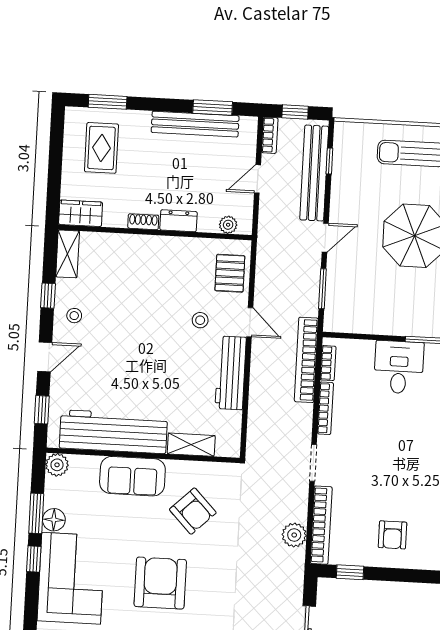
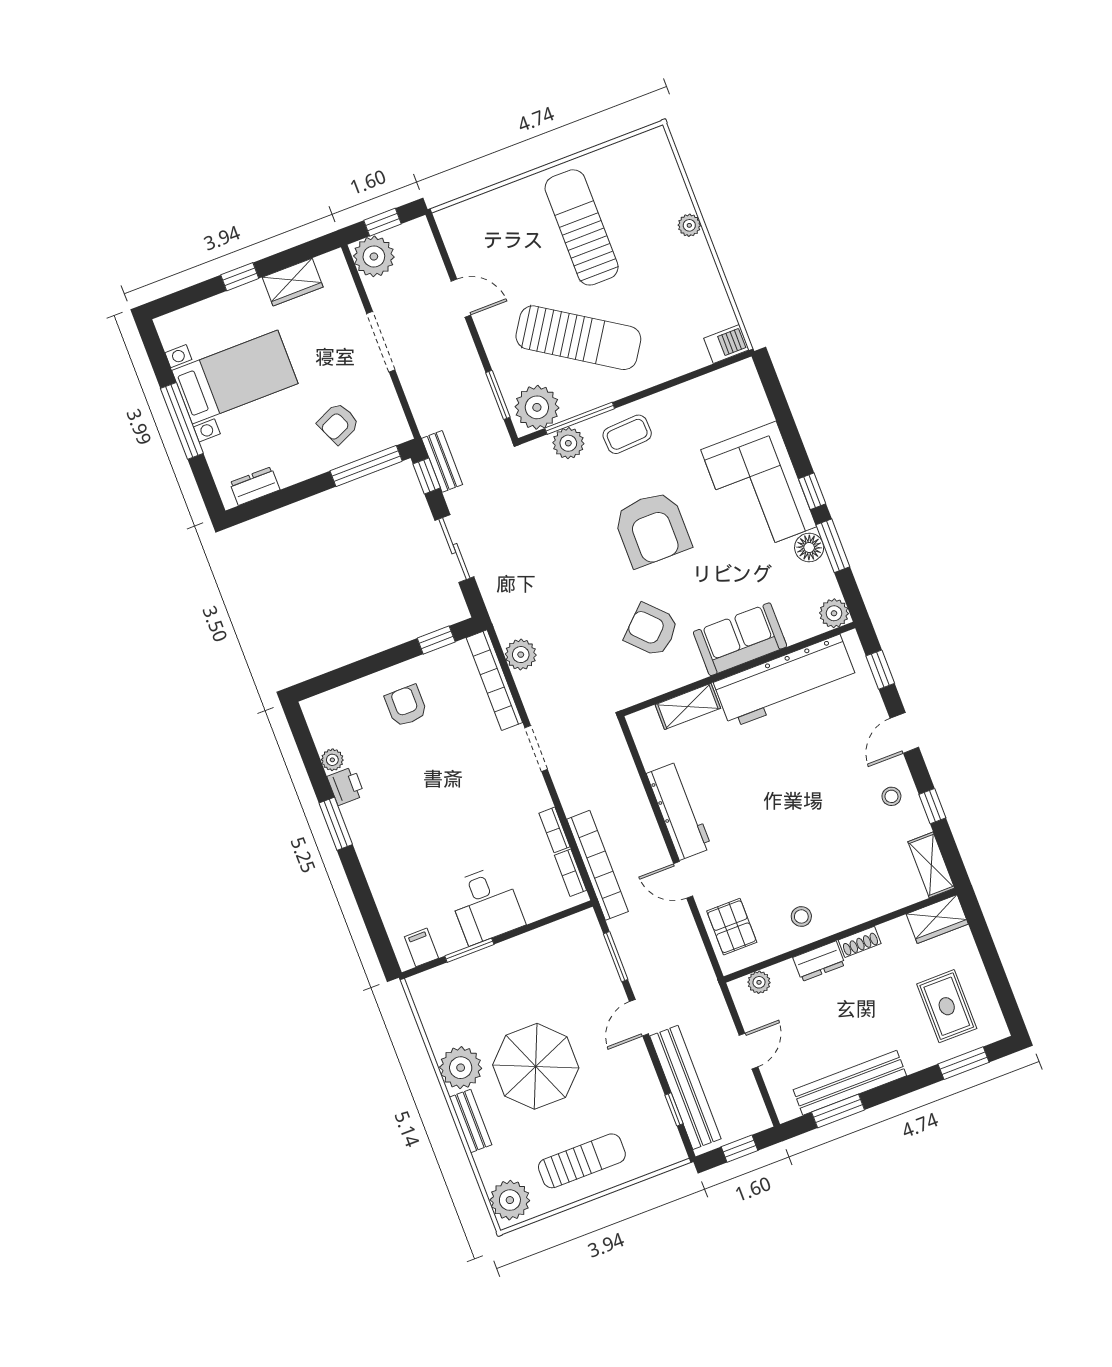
bookcase: (270, 135) -> (757, 1108), removed
stool: (200, 320) -> (801, 916), moved
bookcase: (325, 408) -> (554, 830), width x0.64

